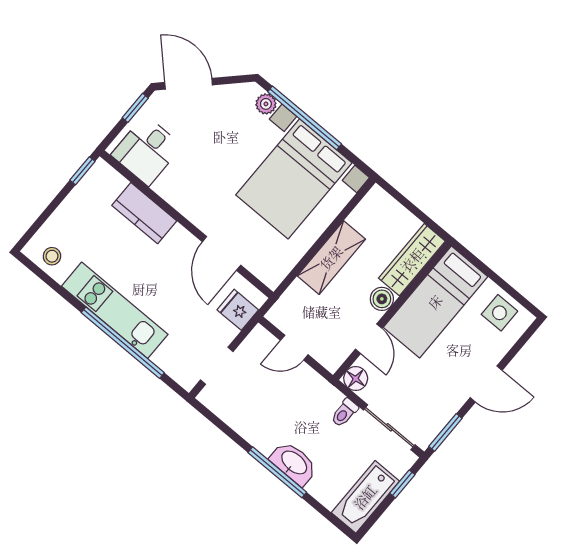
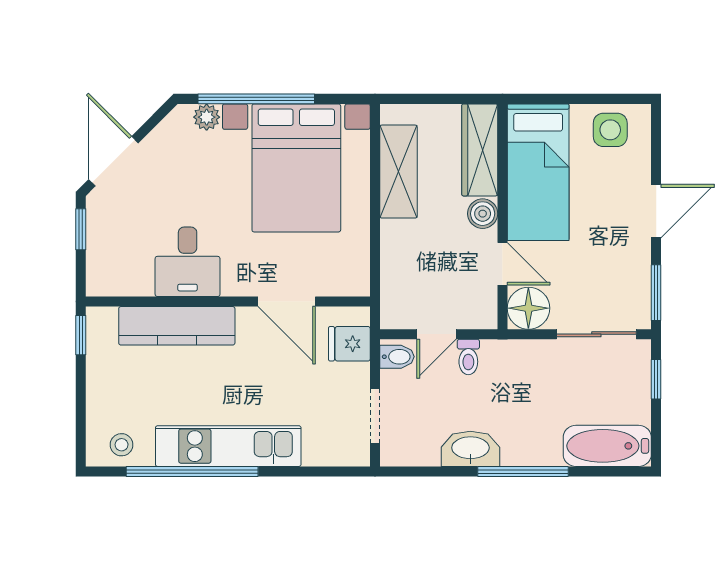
door: (189, 84) -> (113, 161), hinge flipped
desk: (147, 150) -> (188, 262), moved
kitchen counter: (144, 213) -> (177, 326), width x1.50
shelving: (331, 258) -> (399, 172), moved
bidet: (260, 341) -> (397, 357), added
window: (123, 343) -> (192, 471), moved
floor lamp: (356, 379) -> (528, 308), width x1.38, depth x1.38
toilet: (344, 413) -> (468, 357), moved
washbasin: (294, 463) -> (470, 449), moved
bathtub: (365, 497) -> (607, 446), moved, turned 90

